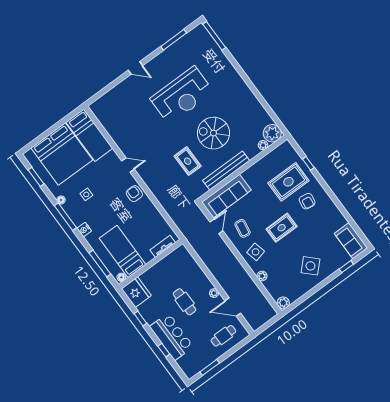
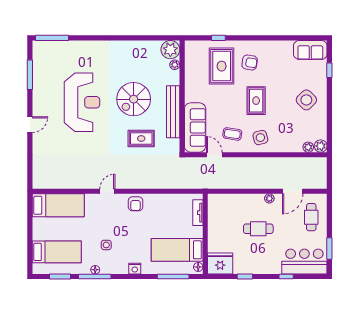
bed: (62, 154) -> (57, 252), width x0.49
armchair: (134, 194) -> (136, 204), turned -90
window: (65, 217) -> (95, 276), moved
plant: (262, 276) -> (308, 147), moved
bar counter: (171, 337) -> (304, 262), moved

